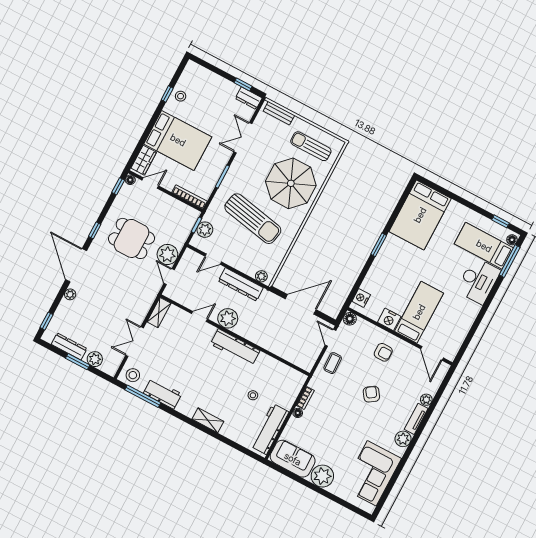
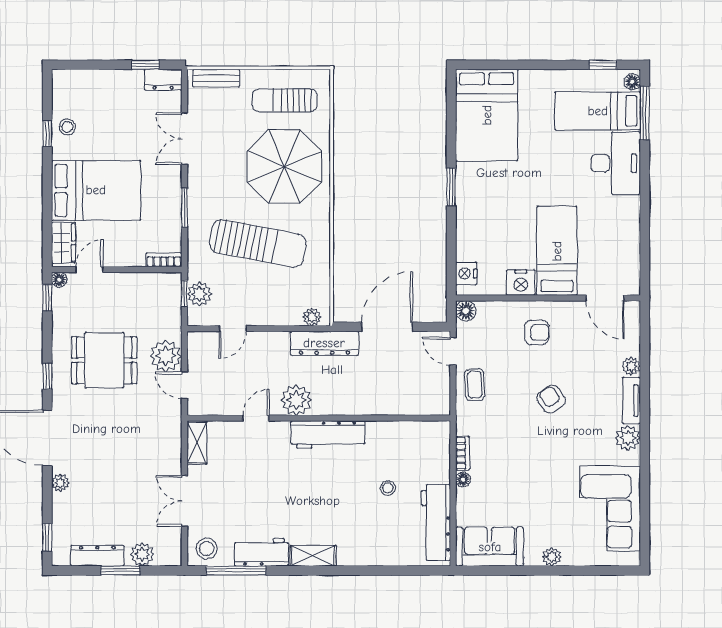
bookcase: (190, 197) -> (164, 260), width x0.64
dresser: (241, 284) -> (324, 343), moved
shelving: (208, 420) -> (313, 556), moved
plant: (322, 476) -> (552, 557), width x0.53, depth x0.53

